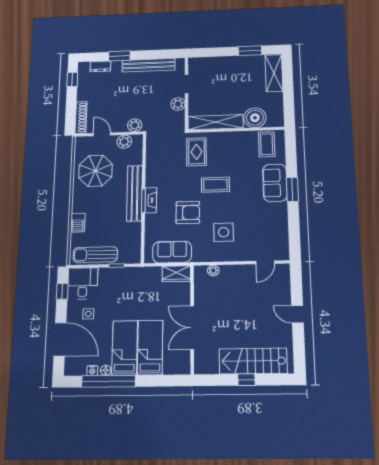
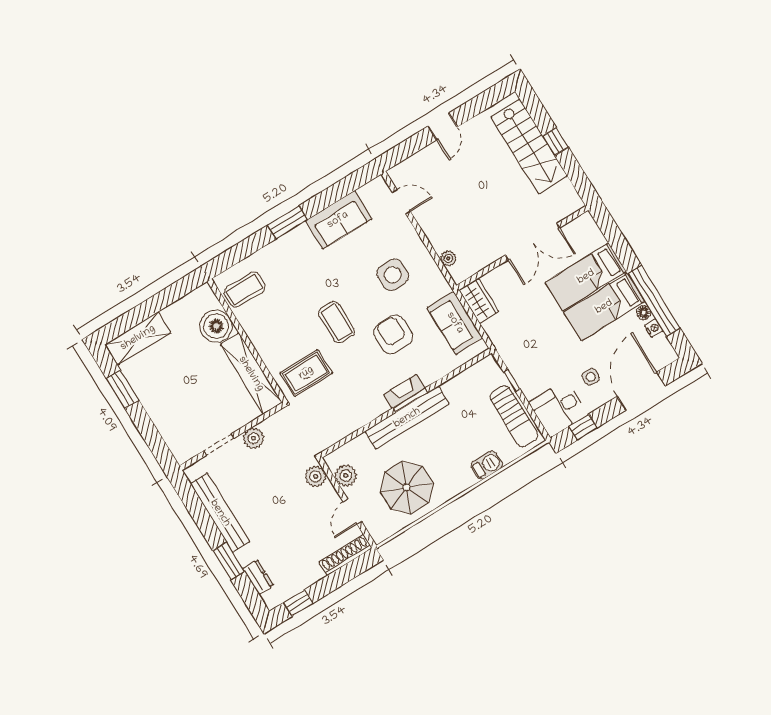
sofa: (275, 183) -> (338, 220), moved

